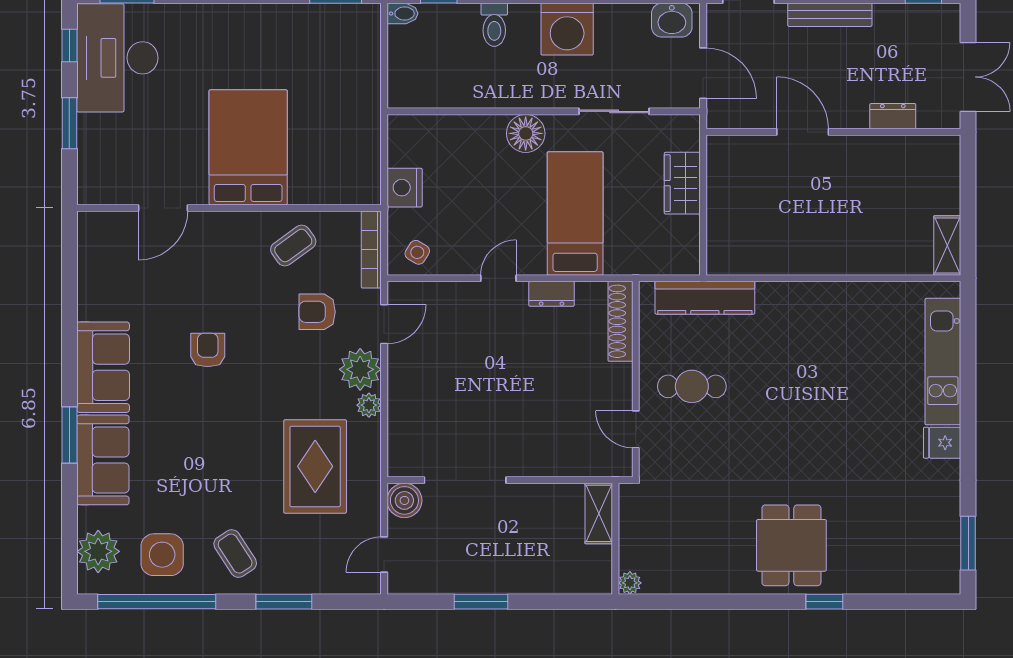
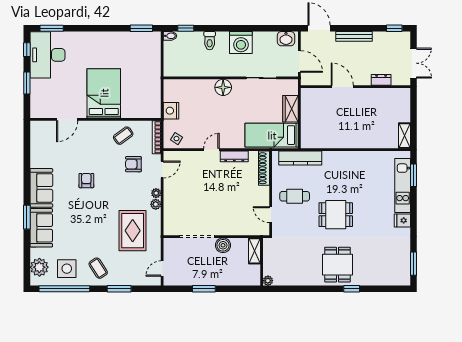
bed: (575, 213) -> (272, 135), moved, turned -90
dresser: (552, 294) -> (234, 156), width x1.44
window: (968, 338) -> (413, 175), added
plant: (360, 369) -> (156, 193), width x0.53, depth x0.53
dining table: (787, 429) -> (336, 215), added
boiler: (404, 500) -> (223, 245), moved

